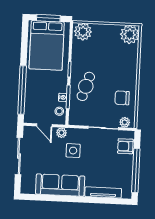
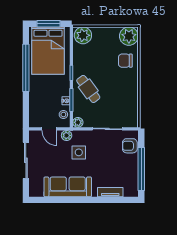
cafe table: (86, 86) -> (88, 89), turned -54
window: (22, 90) -> (26, 68), moved
chair: (122, 98) -> (125, 61), moved
plant: (125, 122) -> (78, 122), moved
tv unit: (103, 192) -> (110, 192), width x0.71

